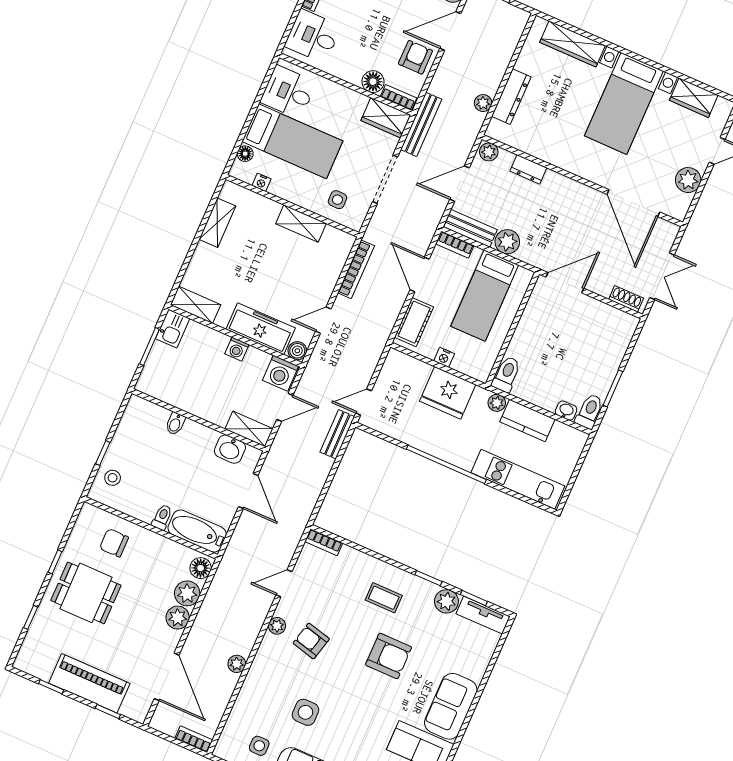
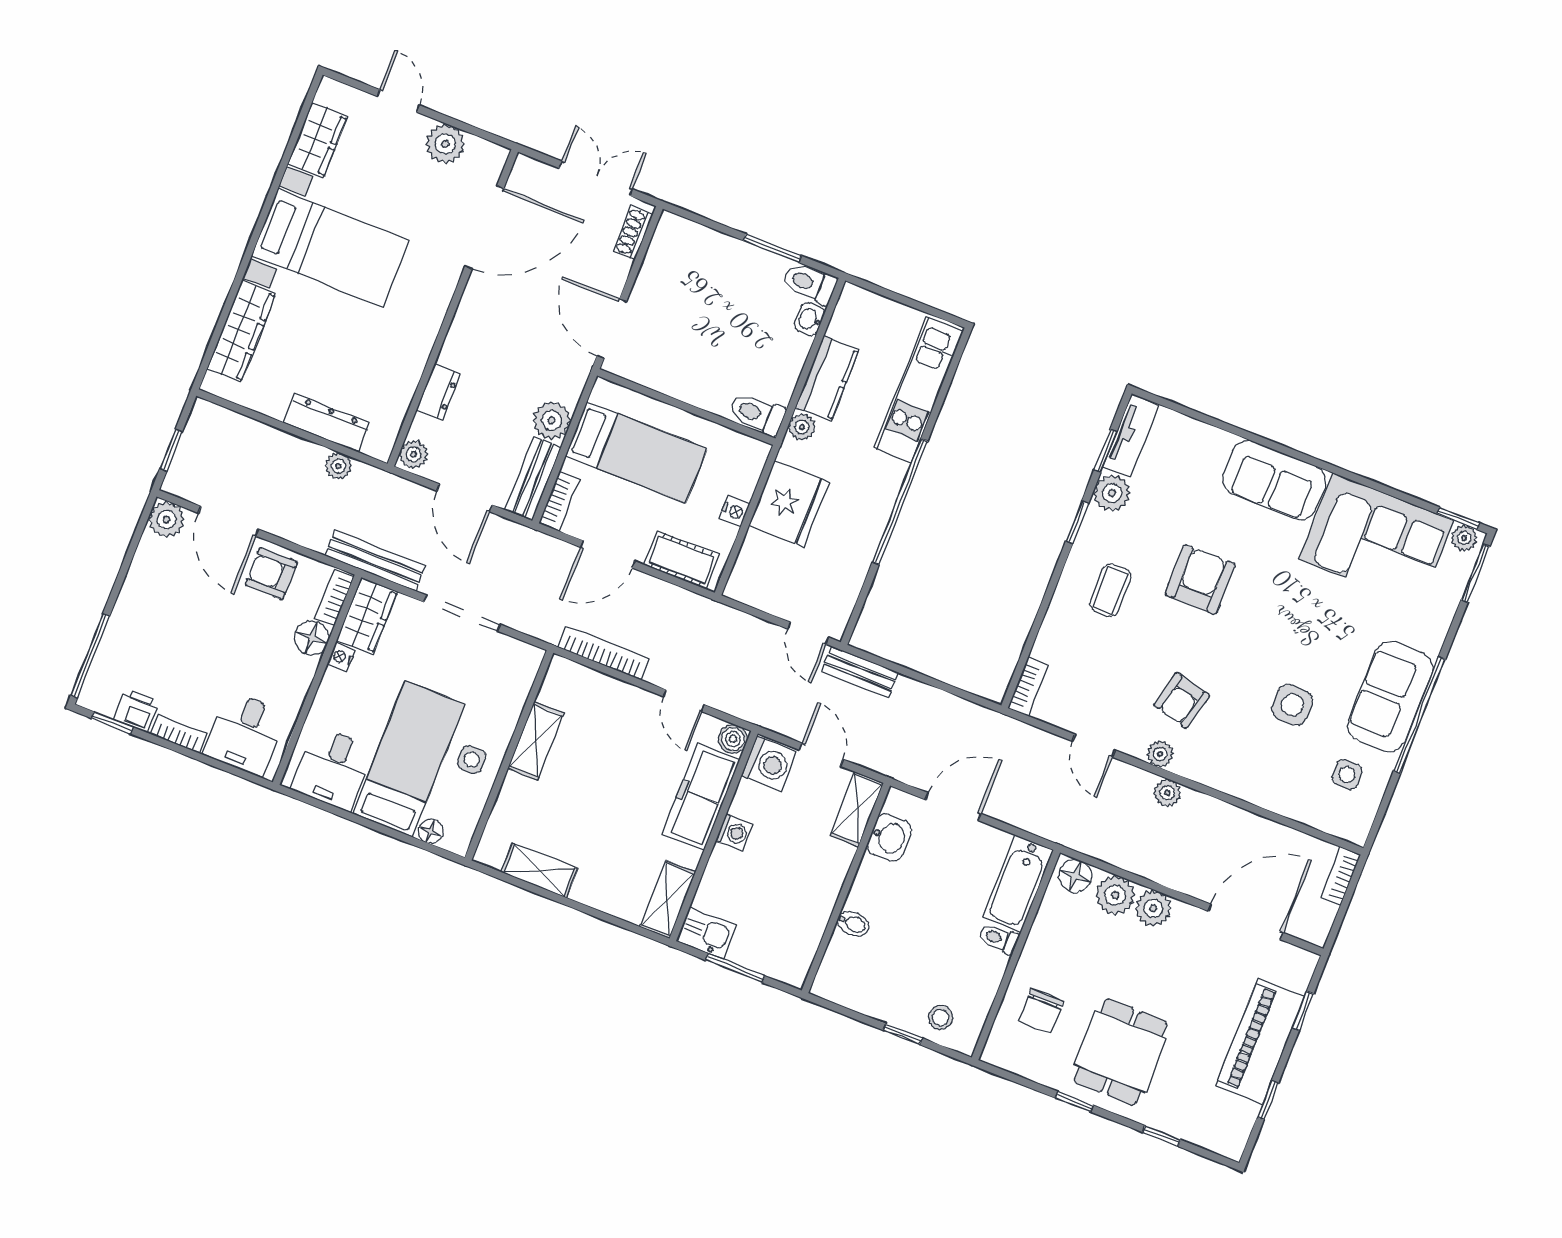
nightstand: (261, 182) -> (341, 657), moved, turned 180
side table: (337, 200) -> (472, 760), moved
plant: (237, 664) -> (1167, 793), moved

